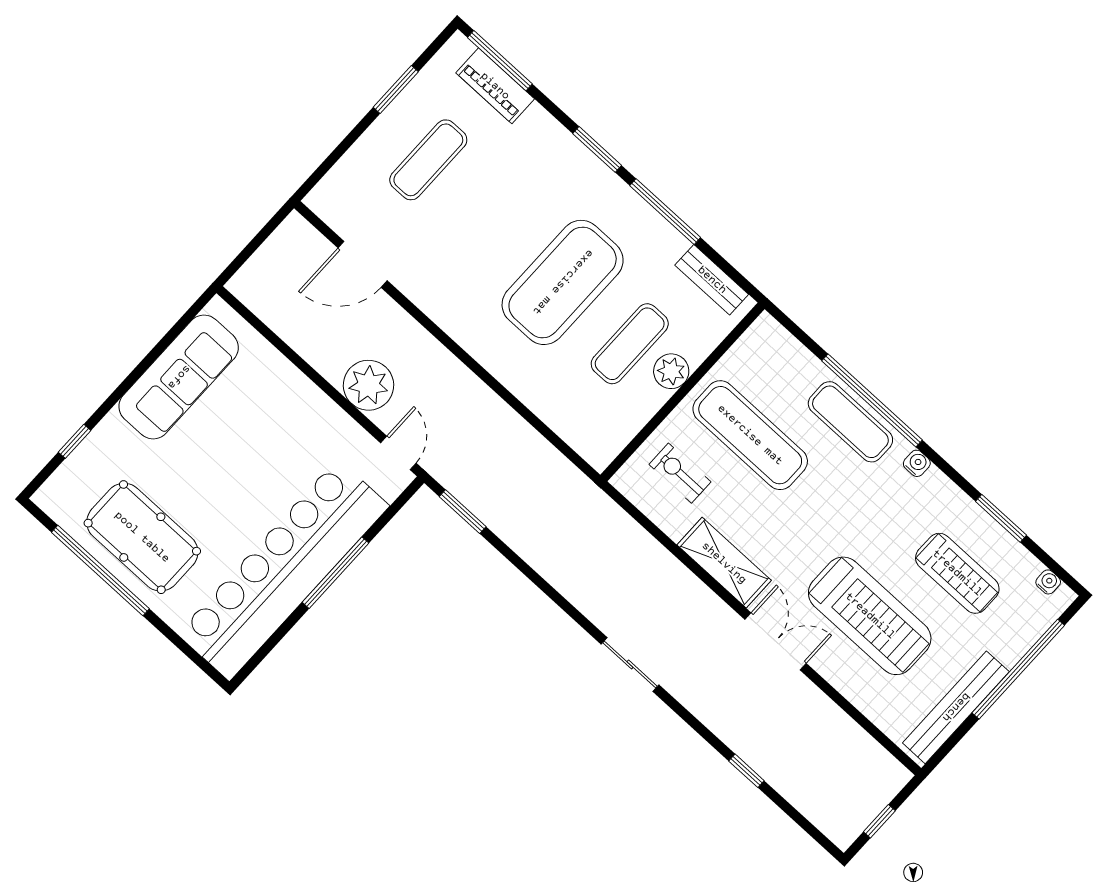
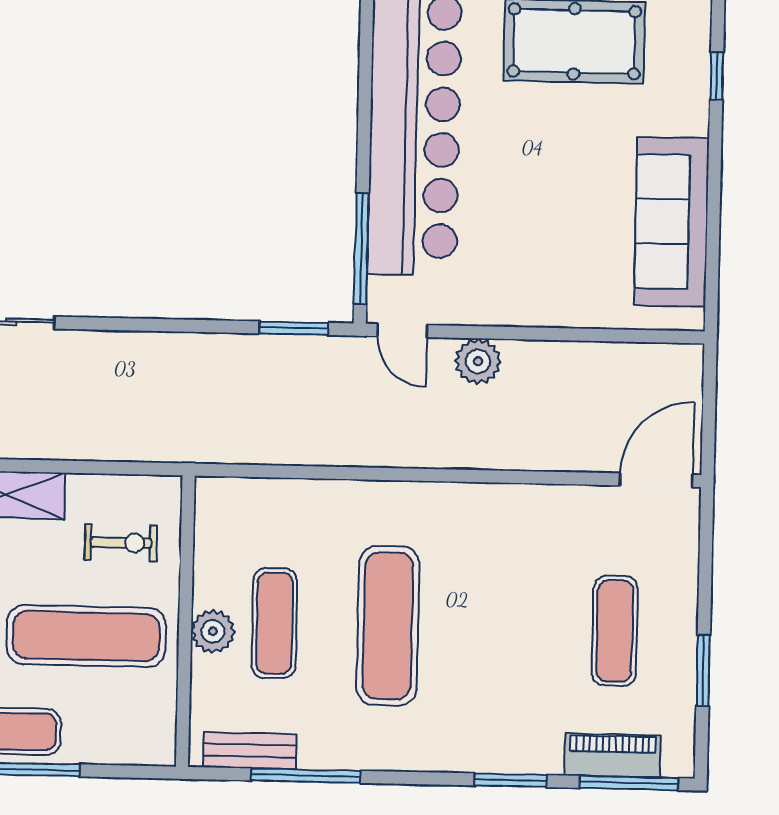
window: (597, 149) -> (511, 780), moved
window: (665, 212) -> (306, 776), moved
door: (363, 264) -> (656, 480), moved
exercise mat: (563, 282) -> (388, 626), width x0.68
plant: (369, 385) -> (478, 361), width x0.73, depth x0.73
window: (336, 573) -> (361, 248), moved

